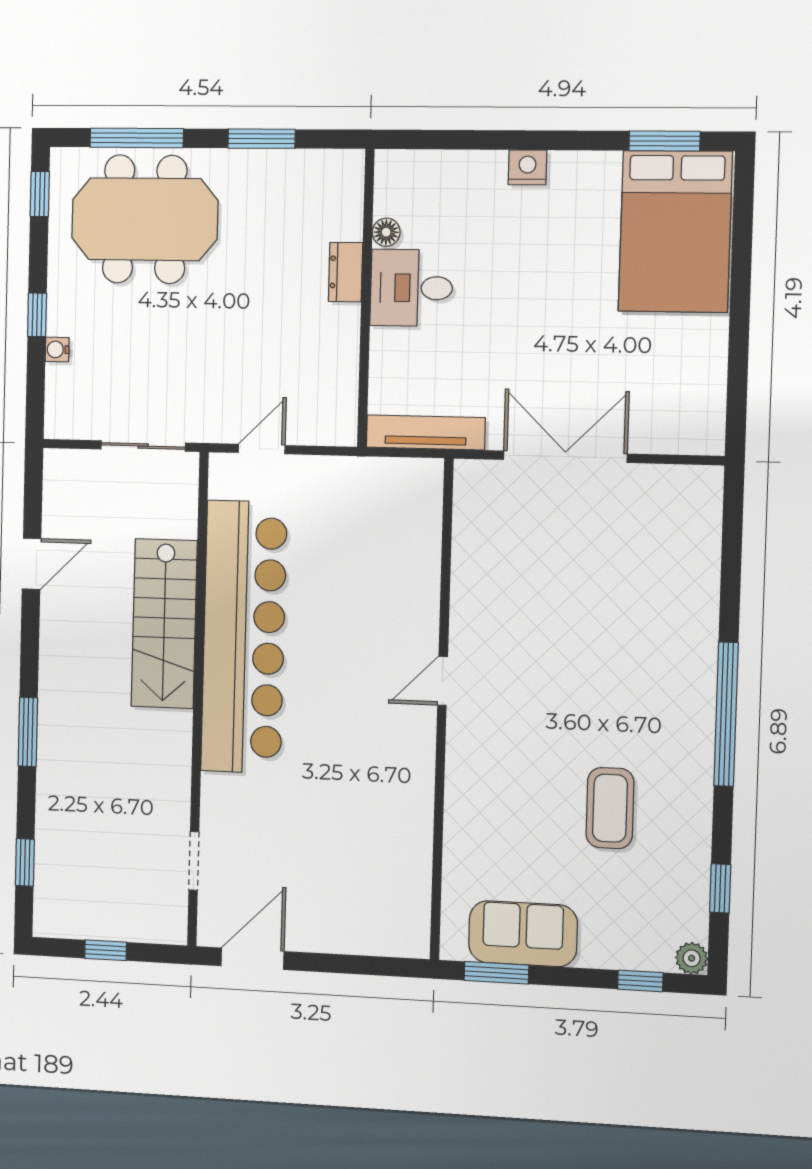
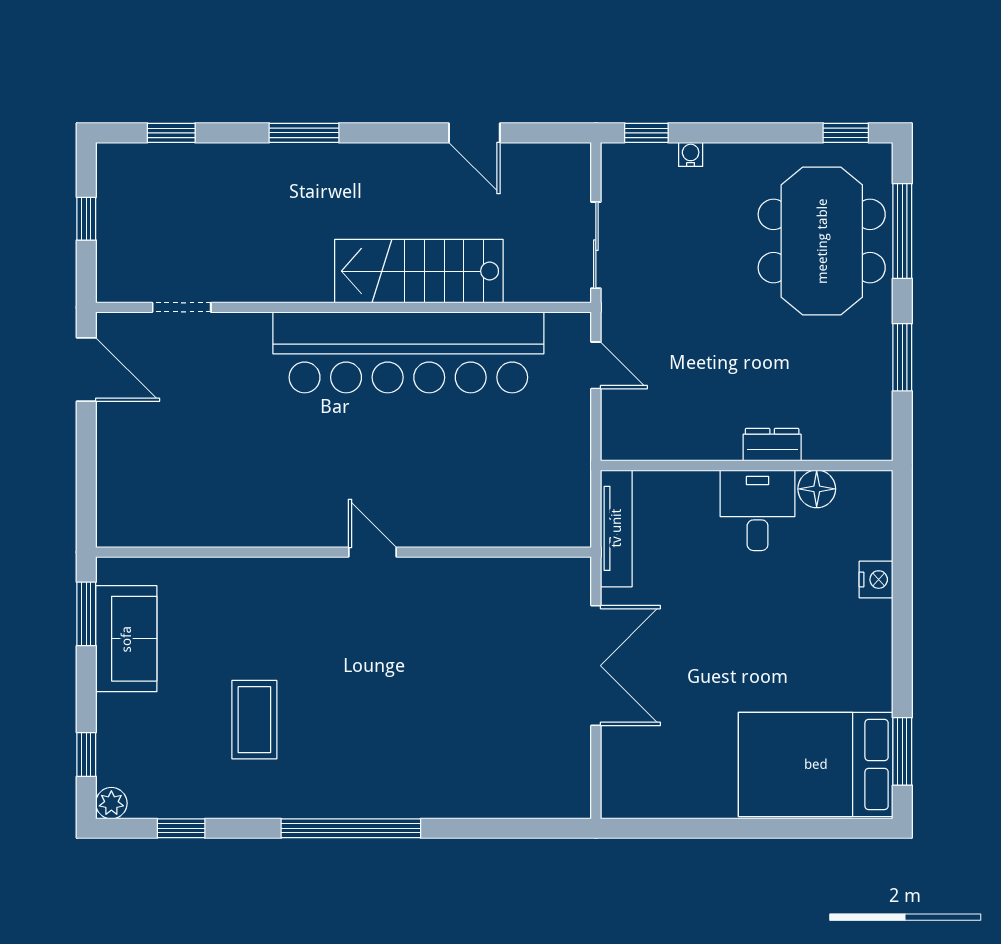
nightstand: (527, 167) -> (876, 580), moved
floor lamp: (386, 232) -> (817, 489), width x1.37, depth x1.37
window: (37, 315) -> (646, 133), moved
coffee table: (610, 808) -> (254, 720), turned 90

